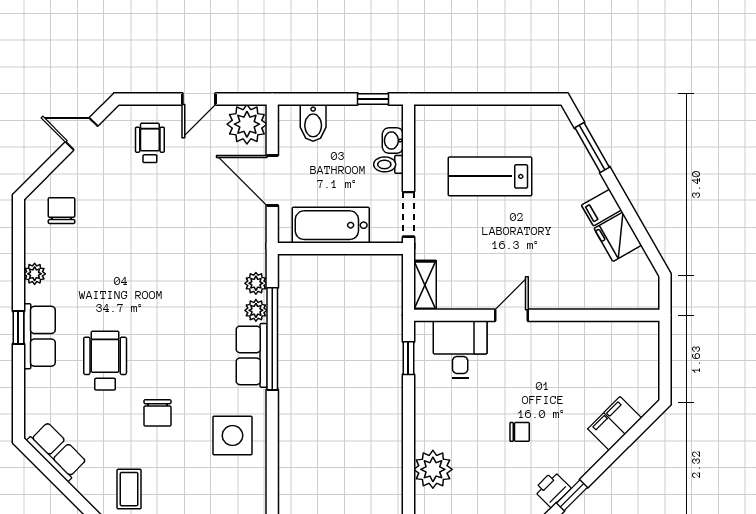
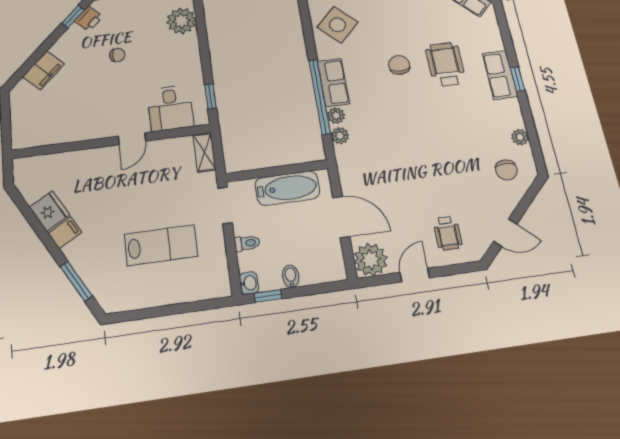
bidet: (313, 123) -> (291, 276), moved, width x0.72, depth x0.74
washbasin: (393, 141) -> (249, 283), moved
plant: (35, 274) -> (520, 137), moved
wheelchair: (105, 361) -> (446, 64), turned 180
chair: (157, 413) -> (399, 65), moved
chair: (520, 432) -> (117, 55), turned 180
side table: (232, 436) -> (338, 25), turned 45

